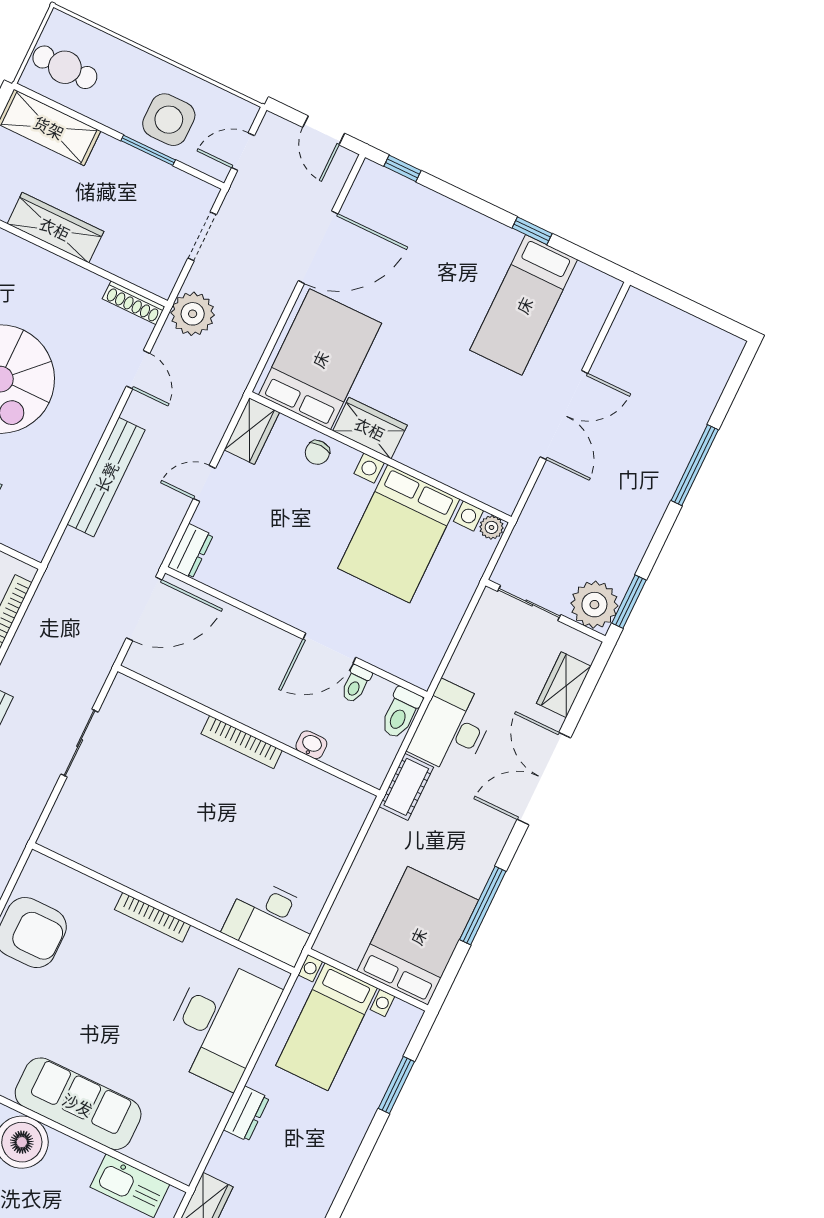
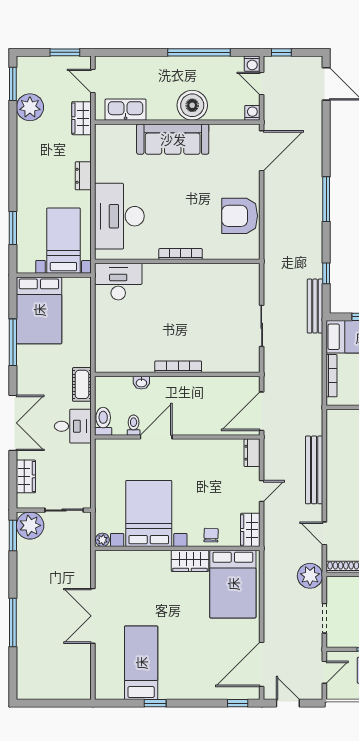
door: (318, 247) -> (262, 664), moved
desk: (452, 728) -> (73, 426), width x0.73

